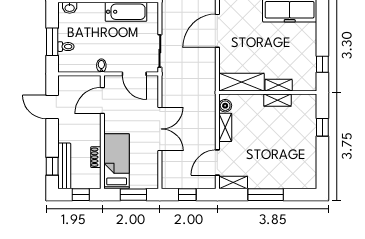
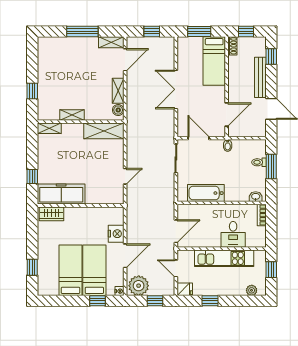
door: (217, 31) -> (125, 176), width x0.53
window: (322, 64) -> (32, 176), moved
shelving: (279, 85) -> (49, 128), moved
shoe rack: (96, 157) -> (232, 46), moved
bench: (64, 166) -> (260, 77), moved

